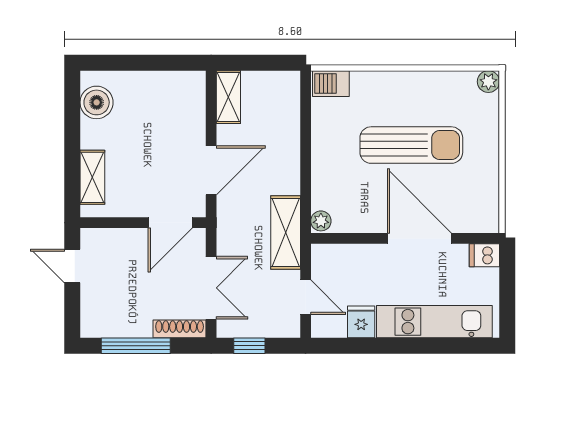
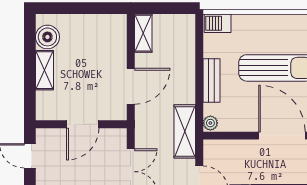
bench: (322, 162) -> (211, 80), added
shelving: (92, 177) -> (44, 70), moved
door: (170, 223) -> (83, 124), moved

